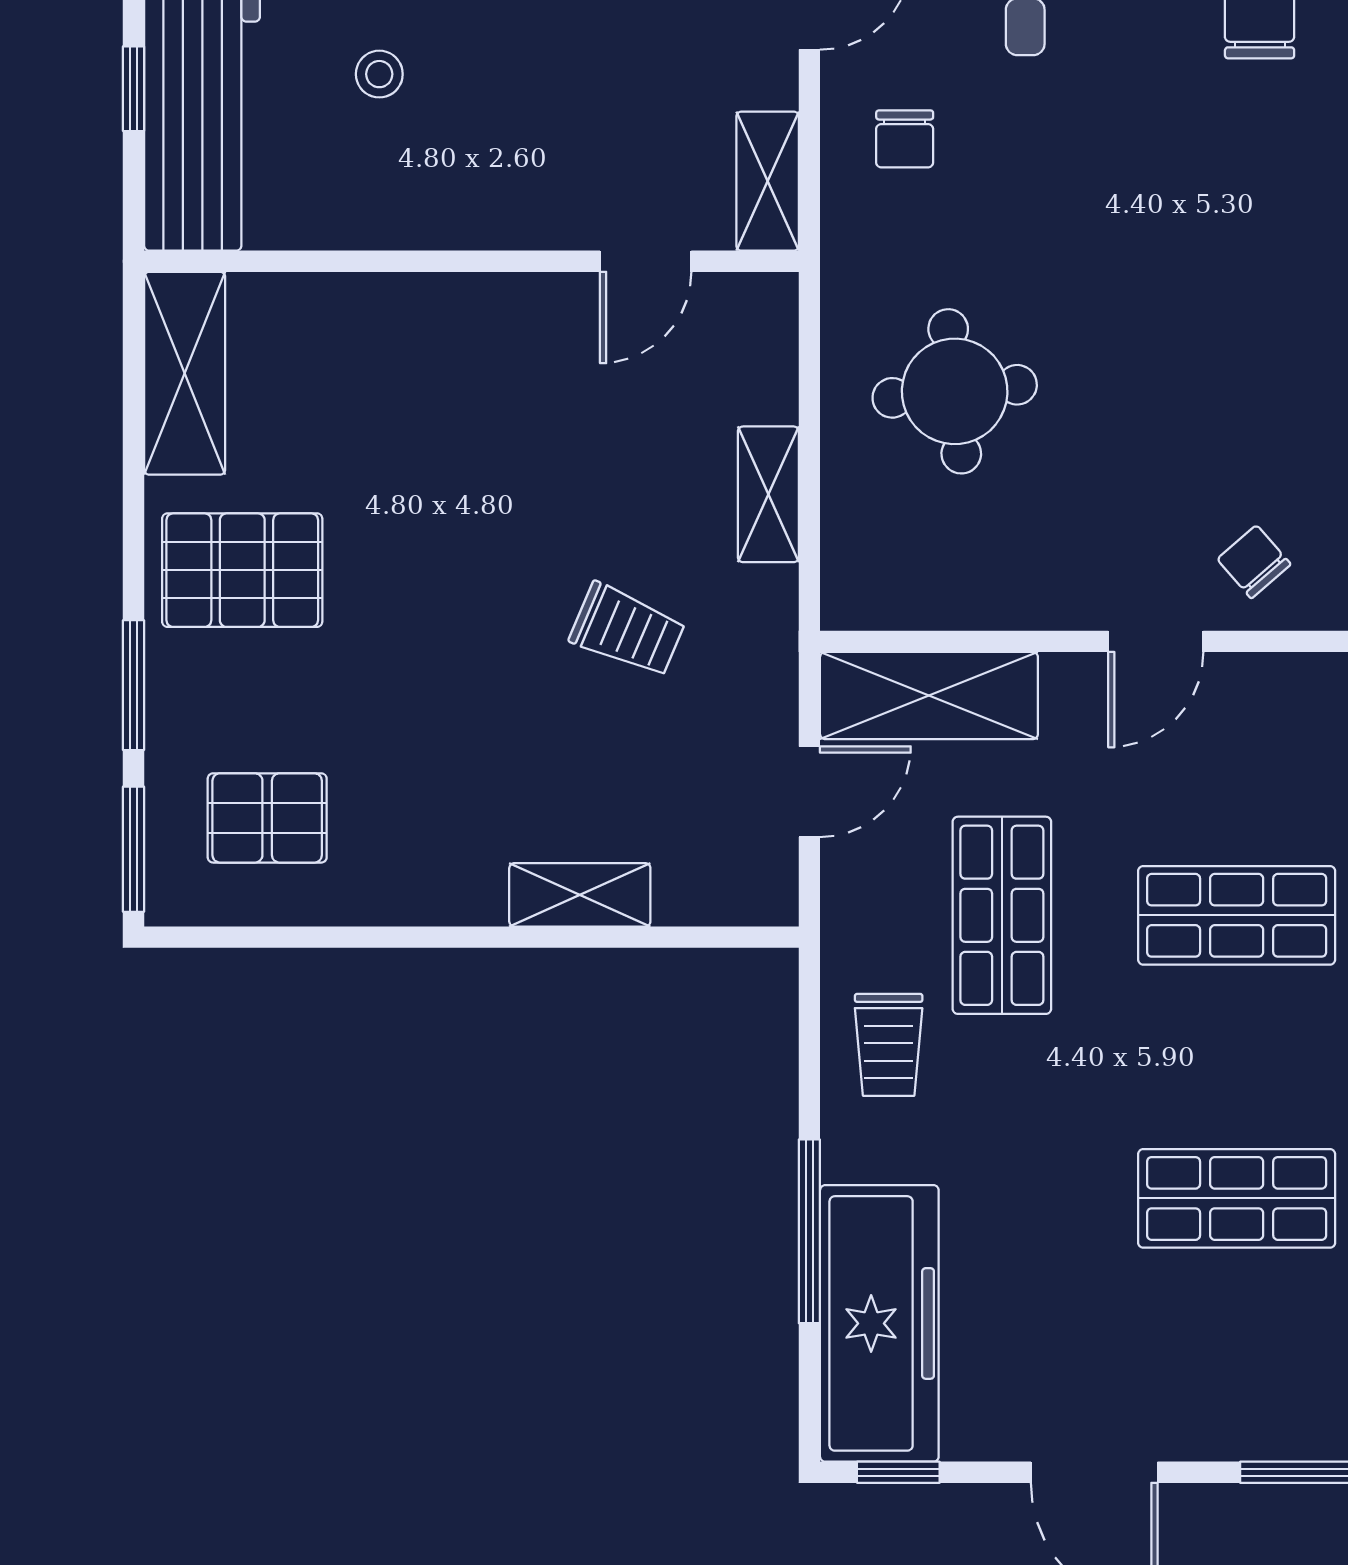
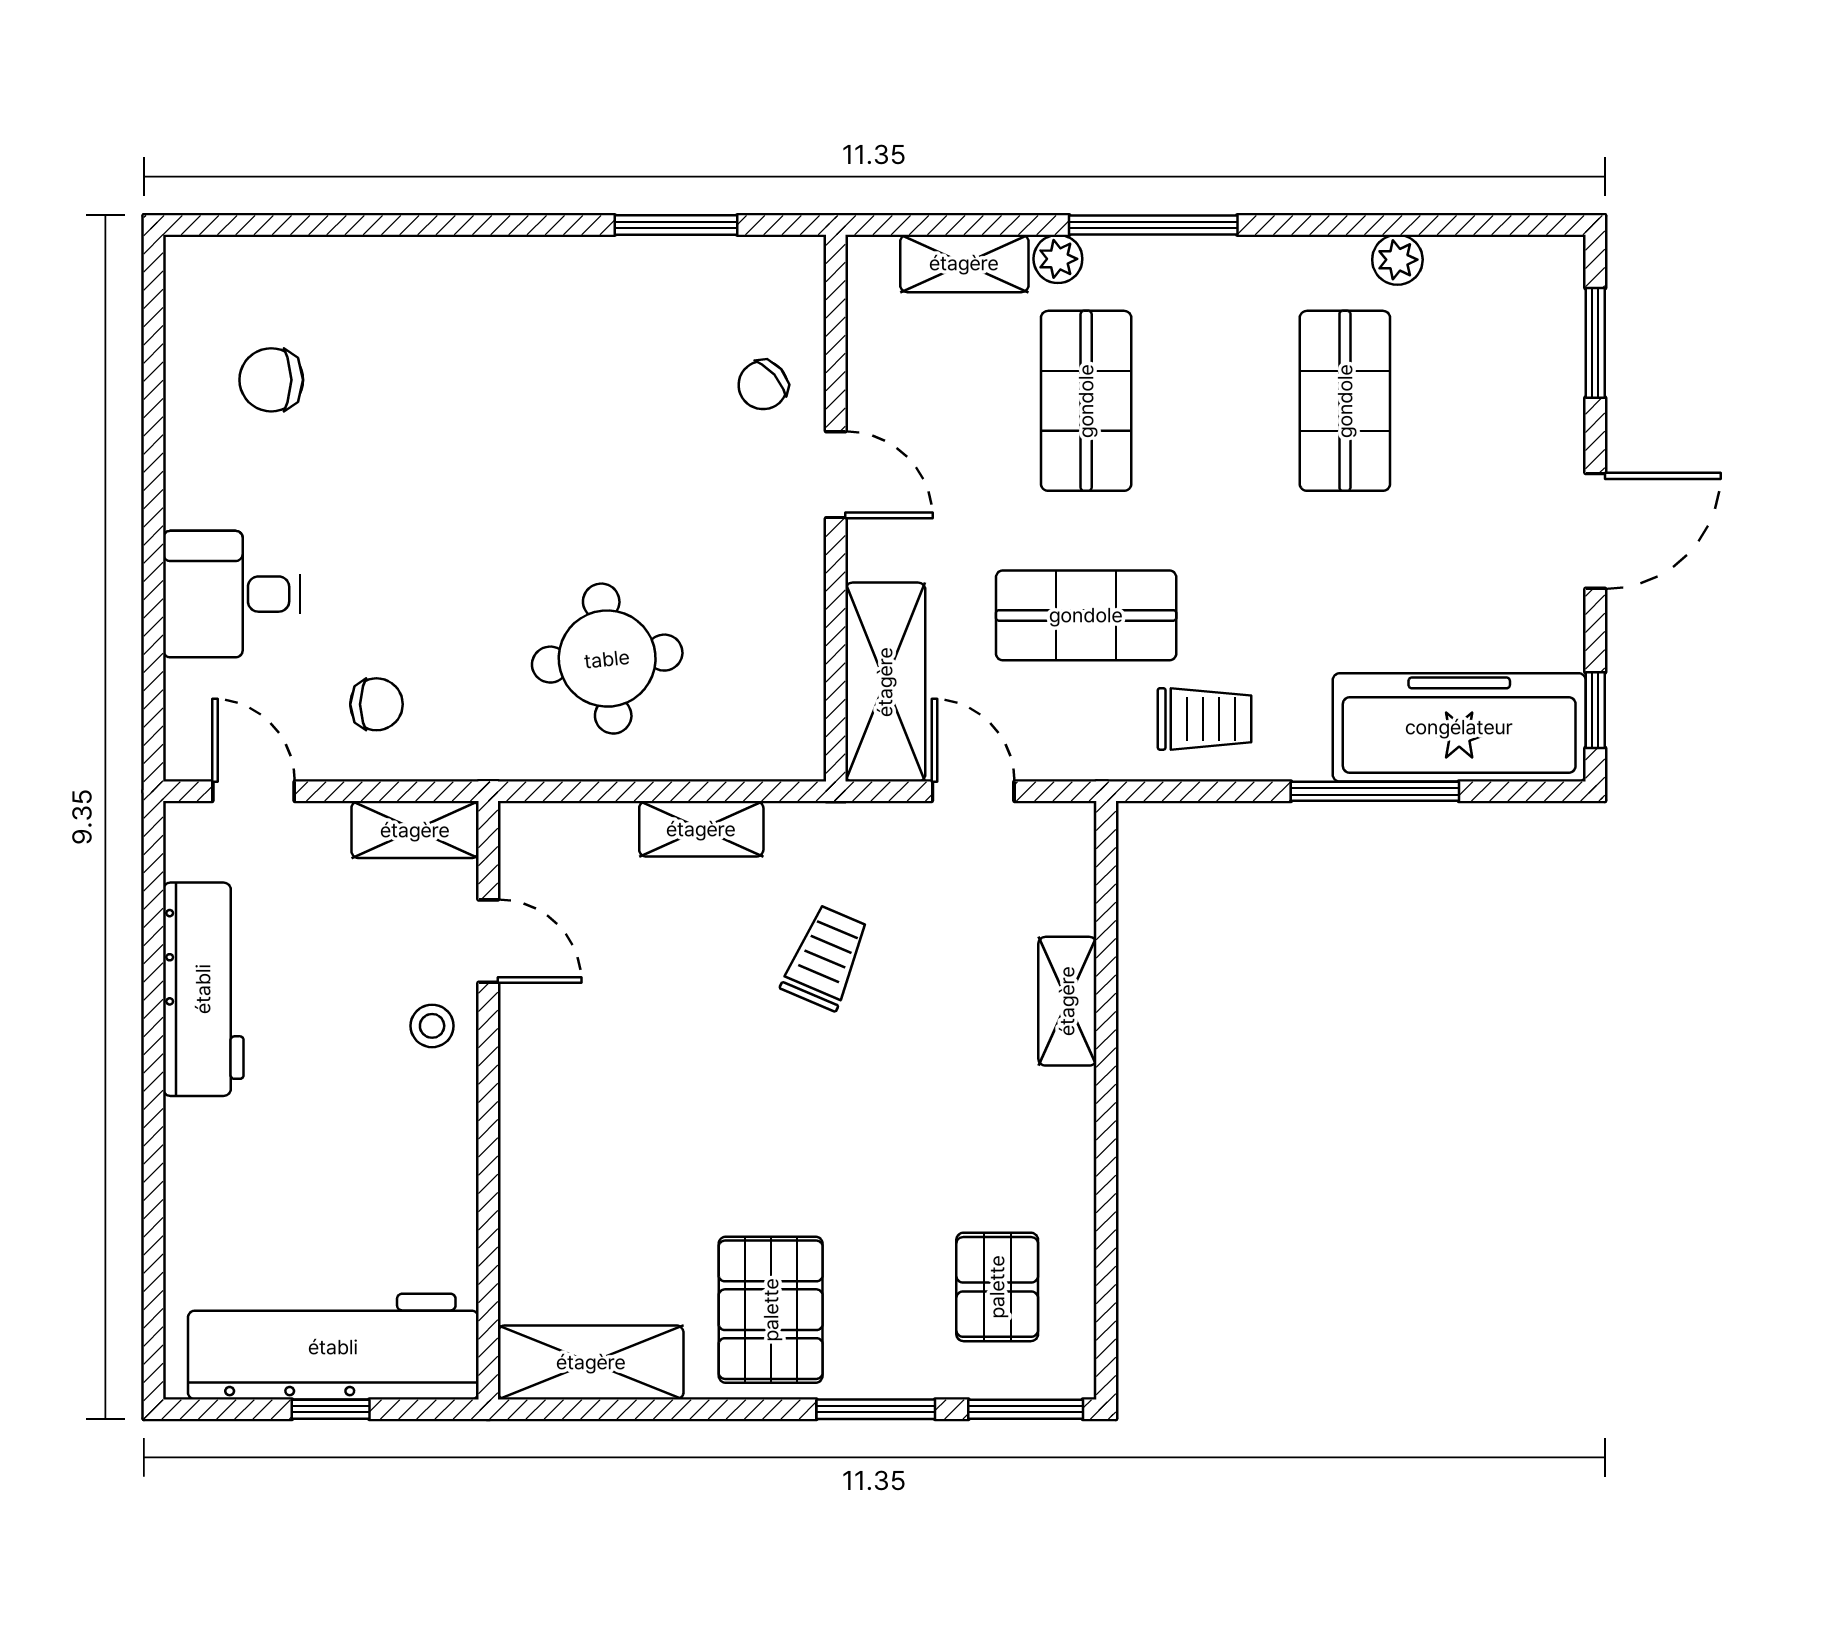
stool: (379, 74) -> (432, 1026), moved

